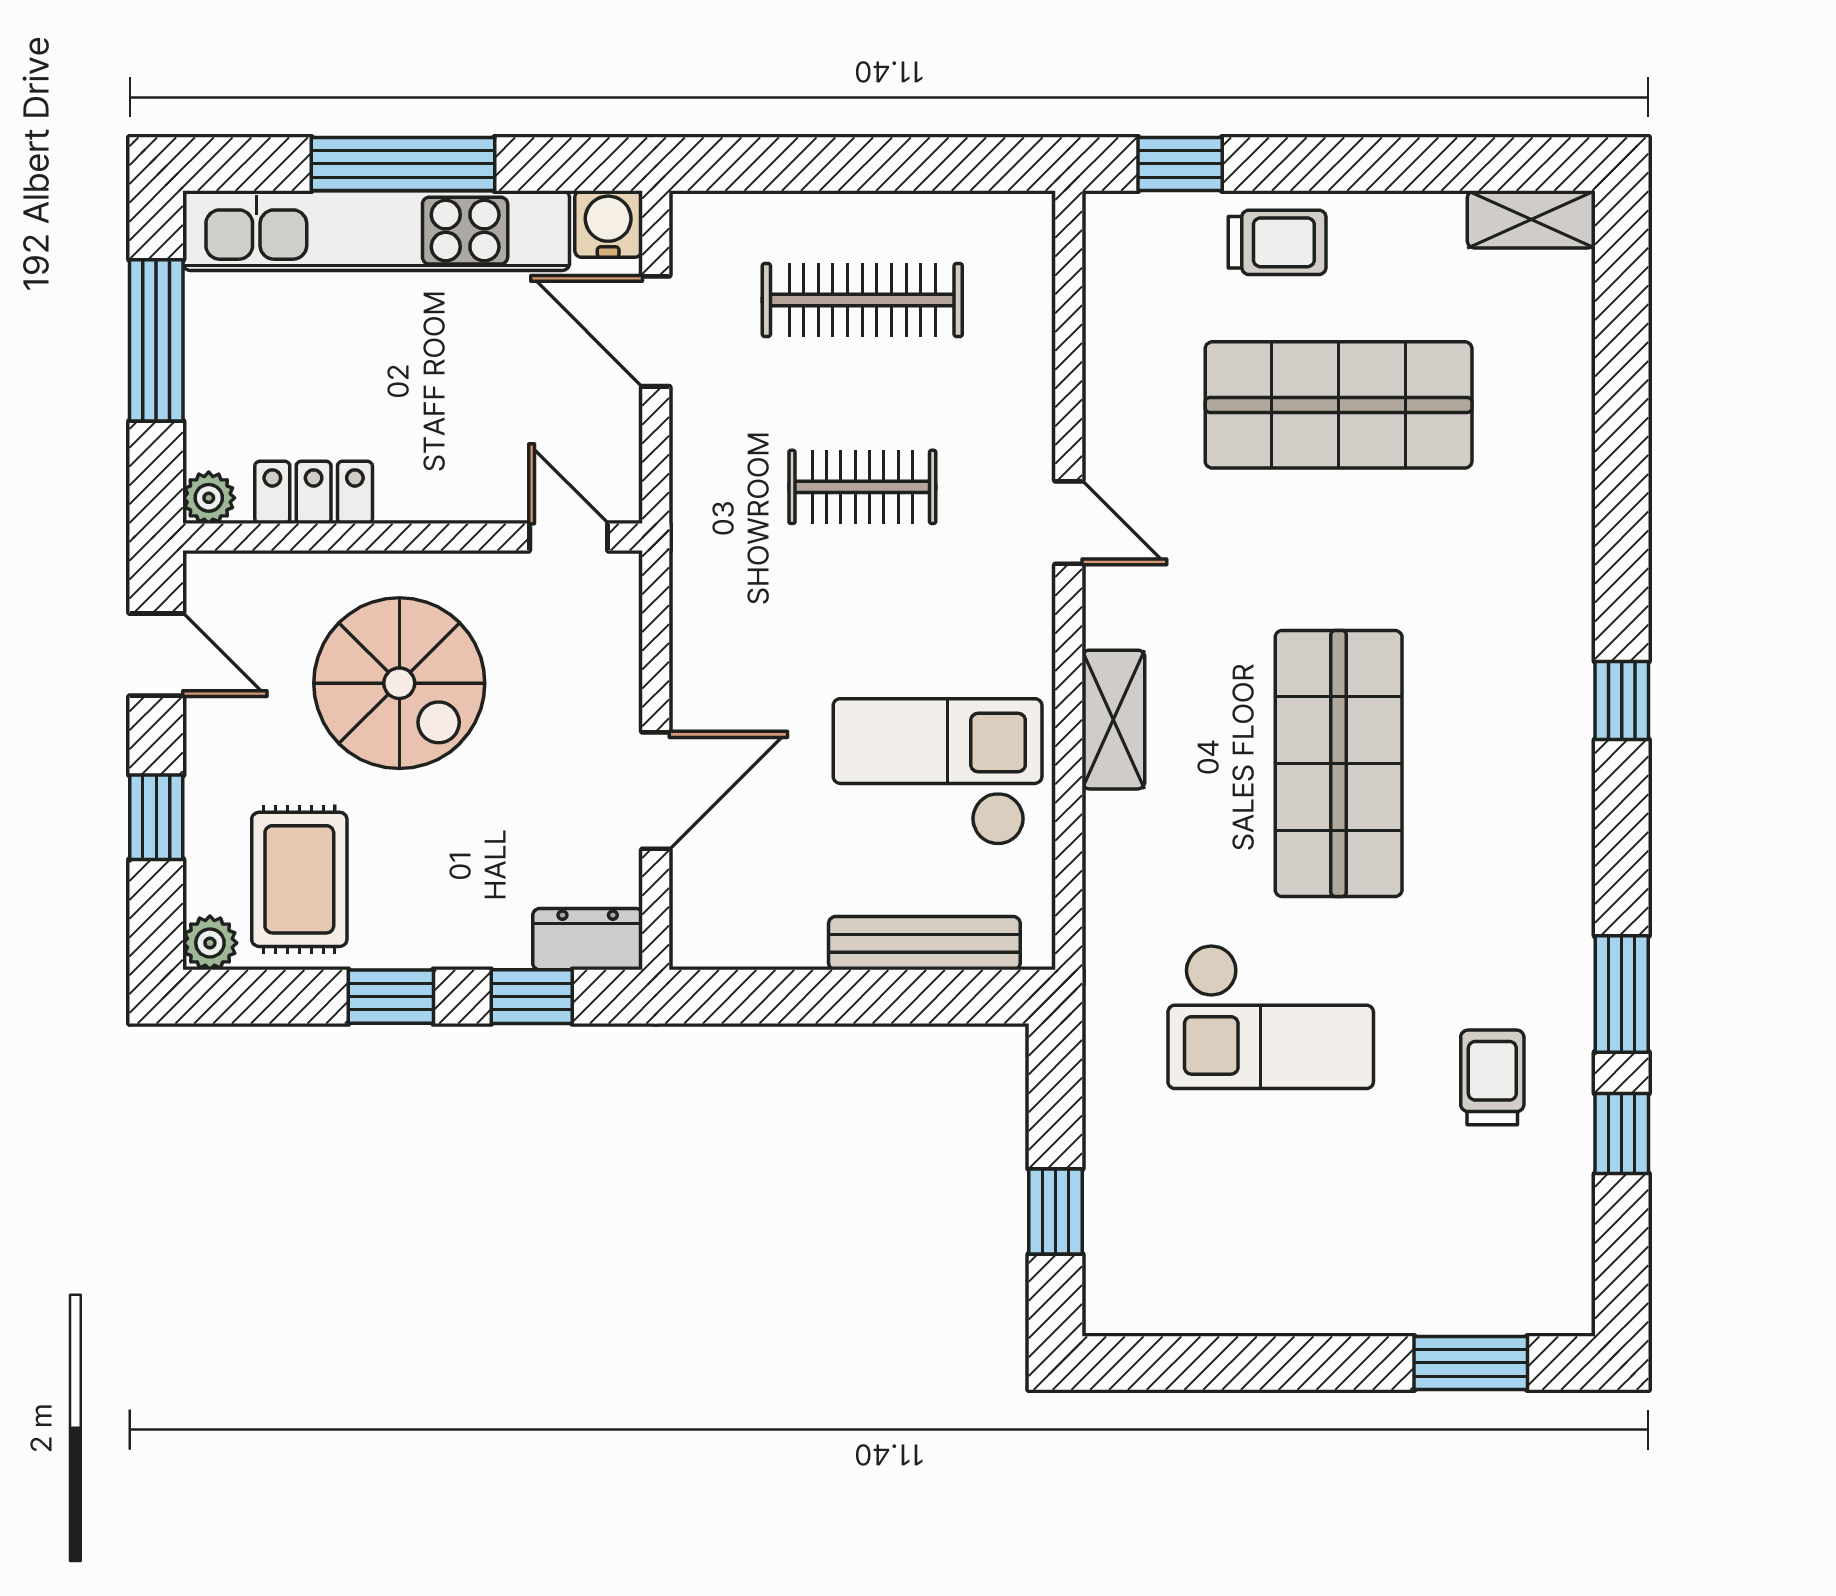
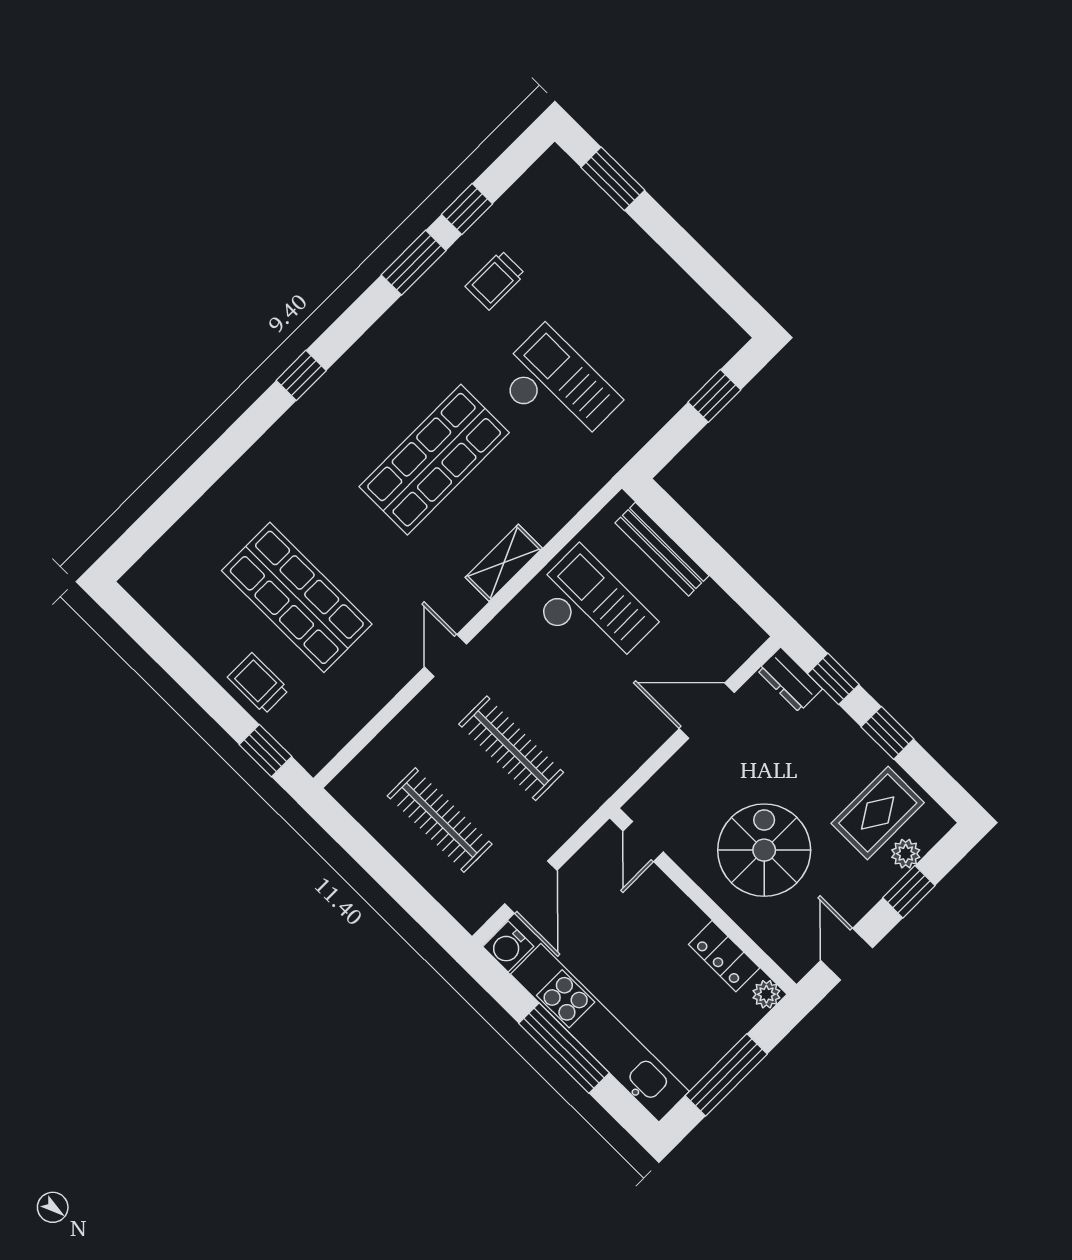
shelving: (1531, 219) -> (152, 595), removed
clothes rail: (862, 487) -> (511, 748), width x1.36
checkout: (938, 772) -> (591, 610), turned 180
plant: (210, 943) -> (906, 854), moved

